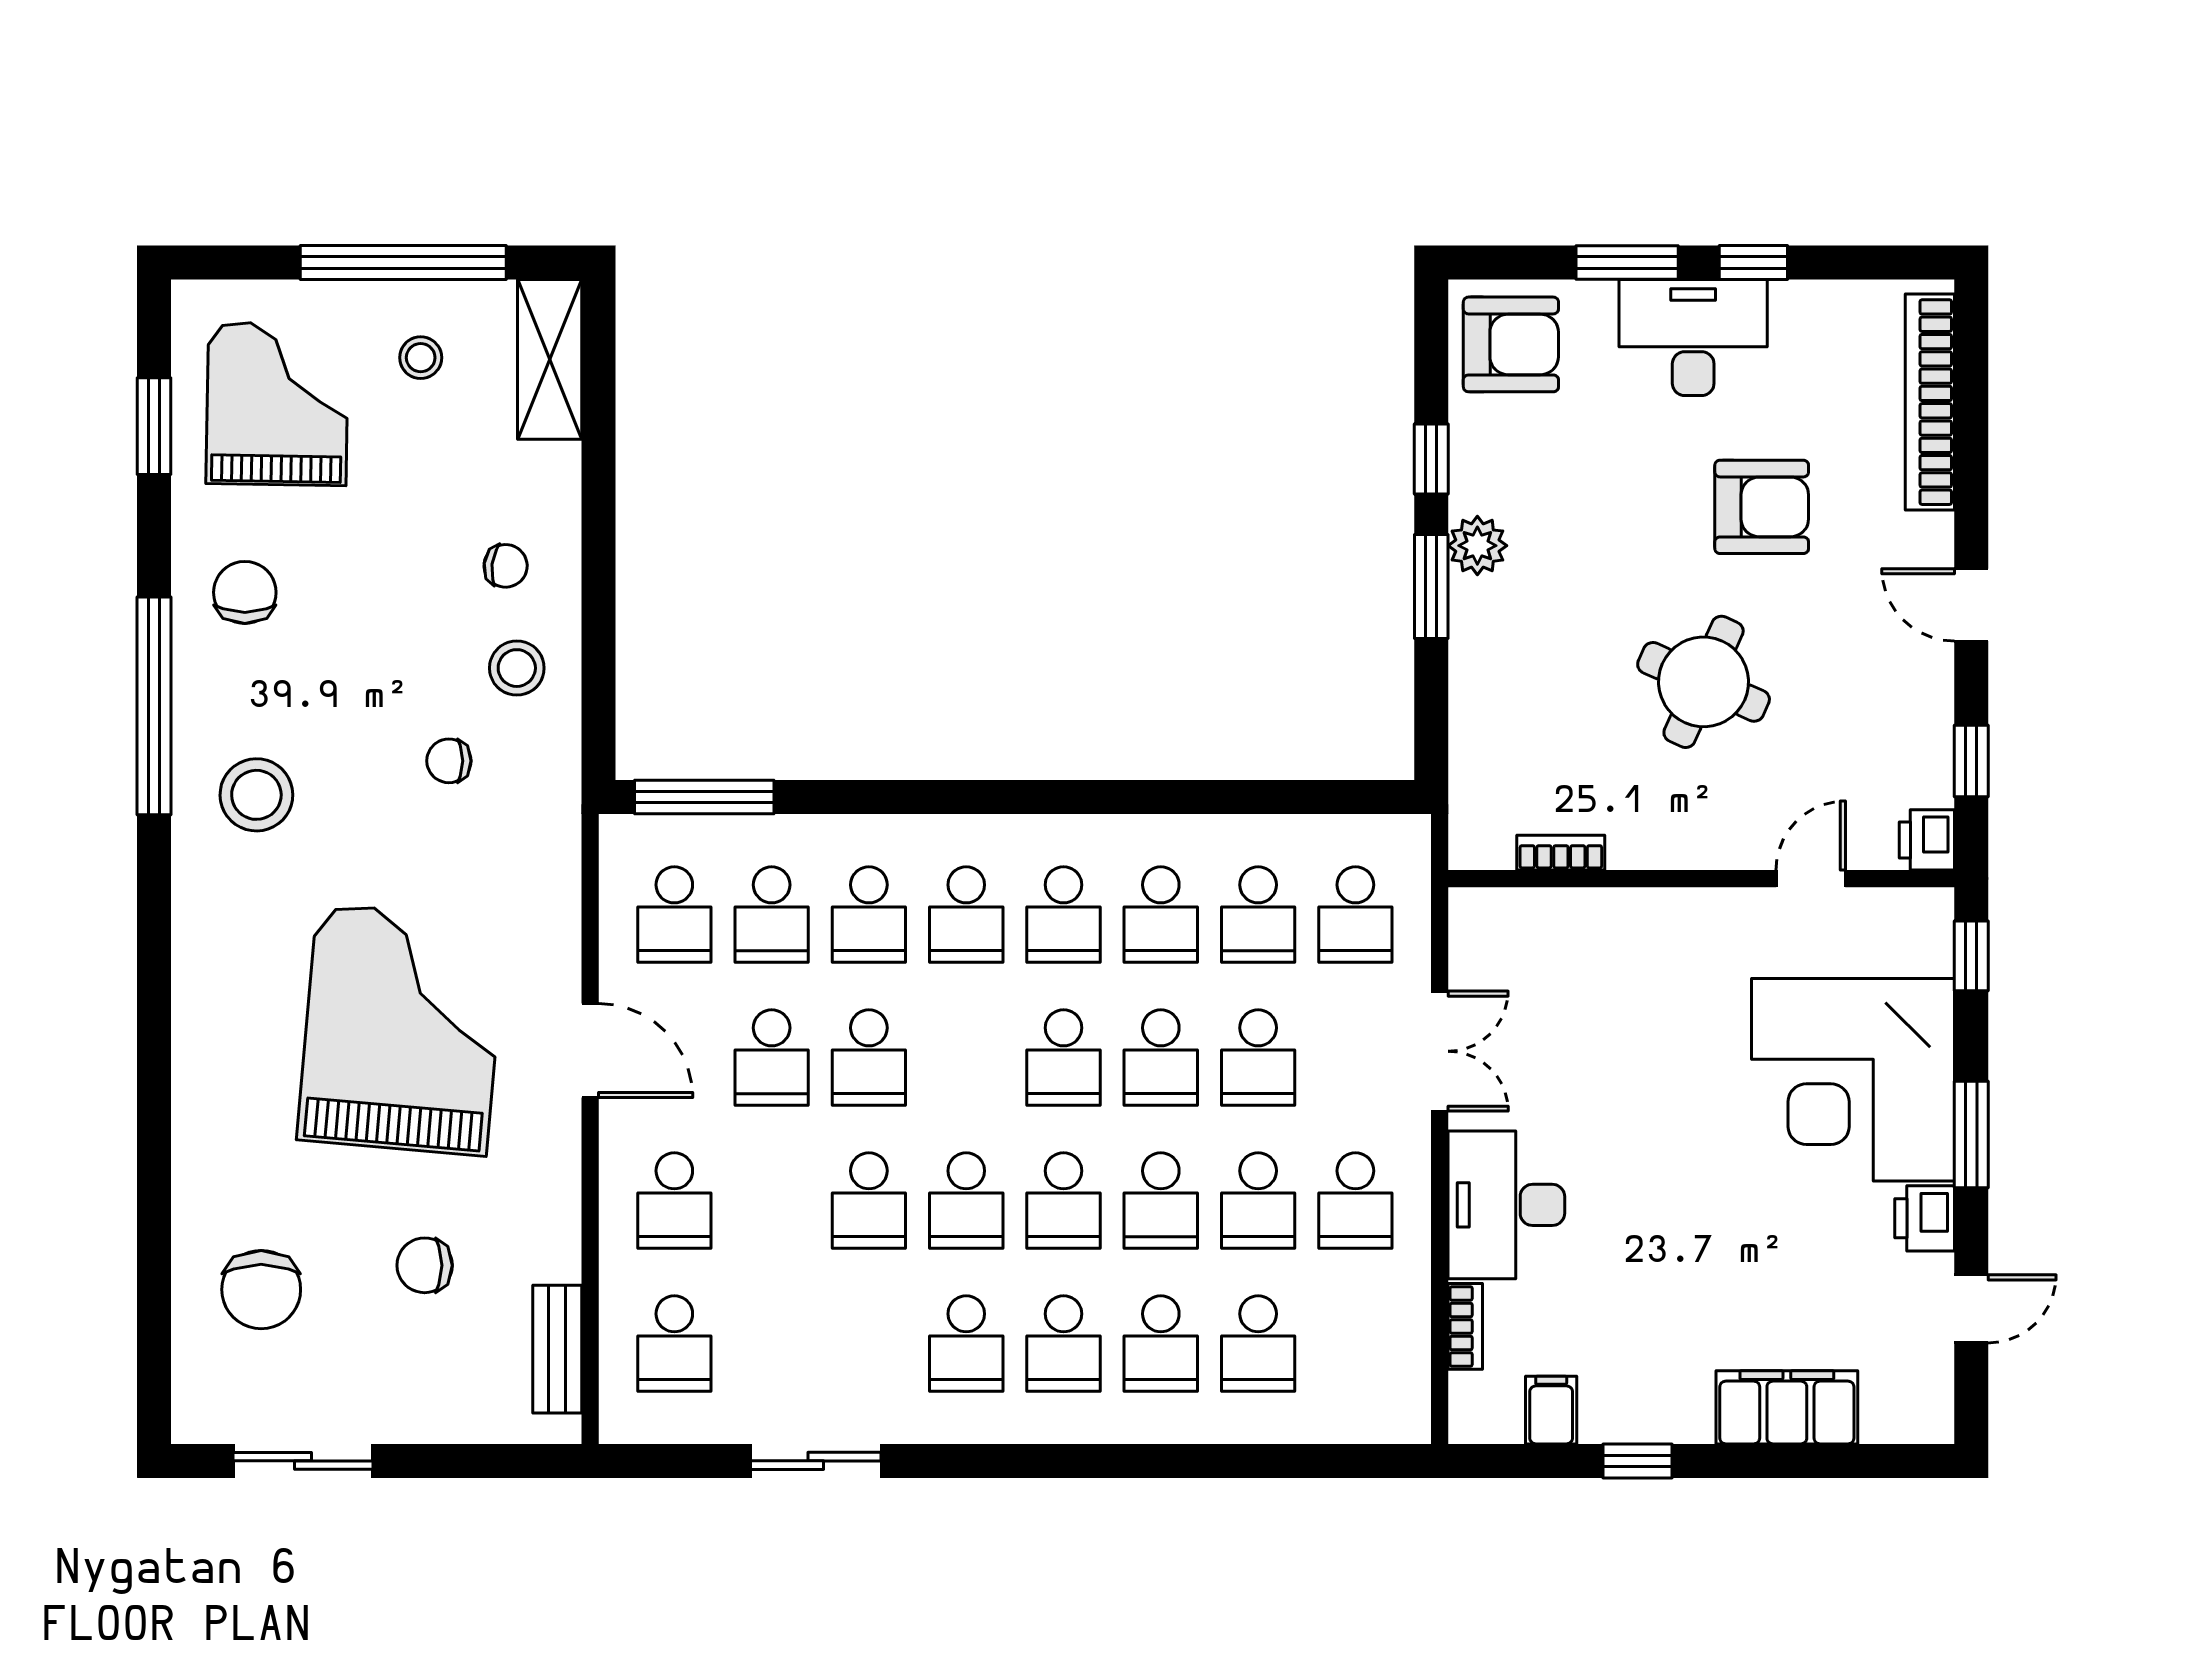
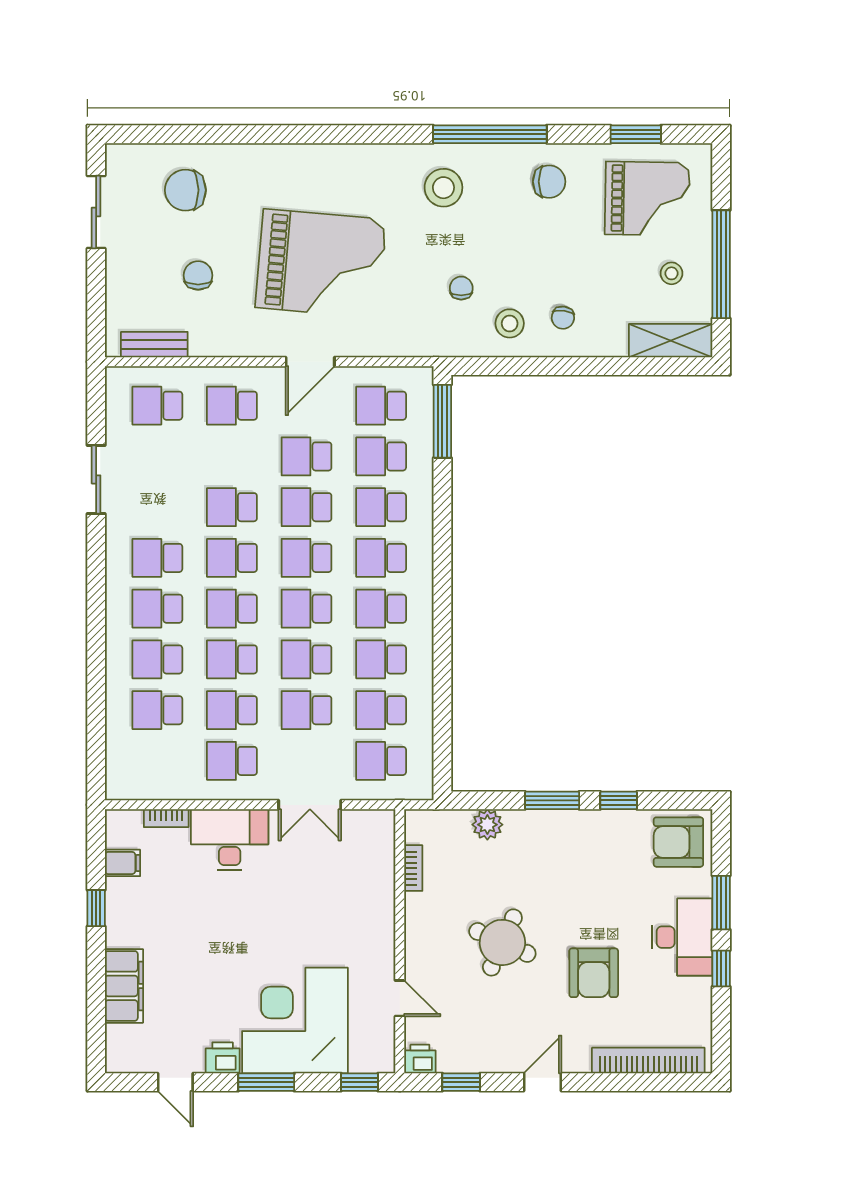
armchair: (1511, 344) -> (678, 842), turned 90
plant: (1477, 546) -> (487, 825), moved
school desk: (966, 1057) -> (306, 558), added

